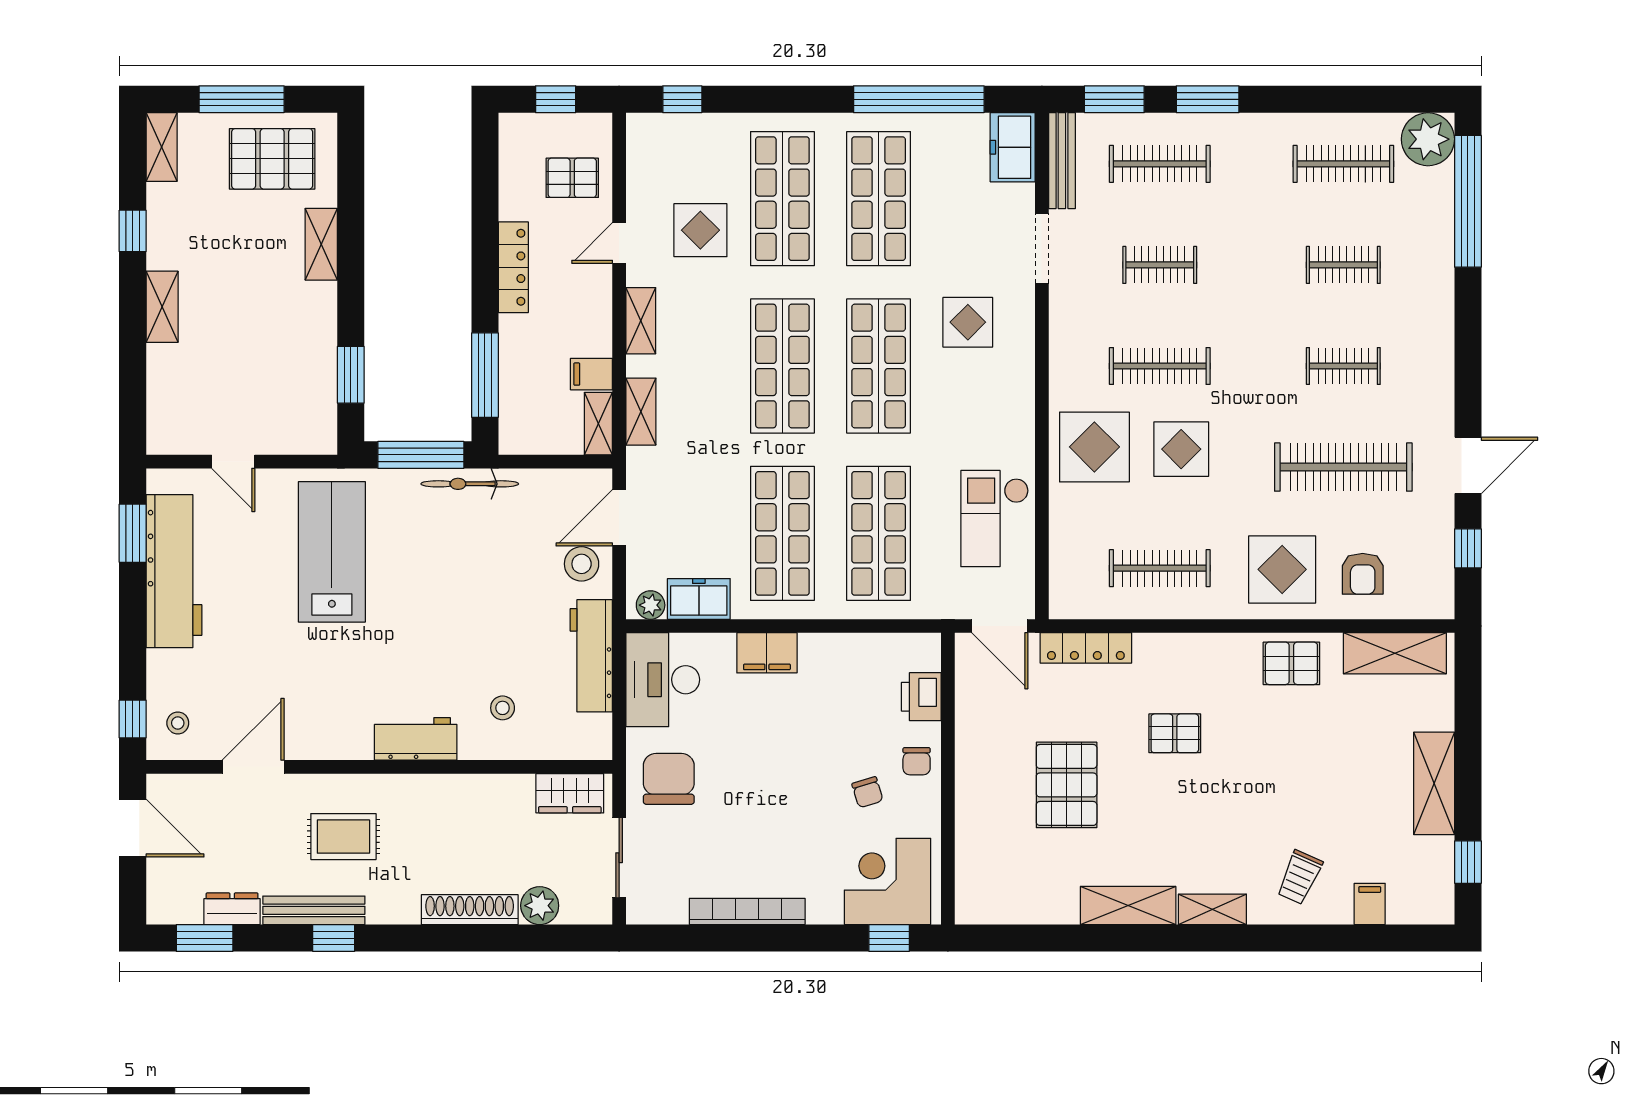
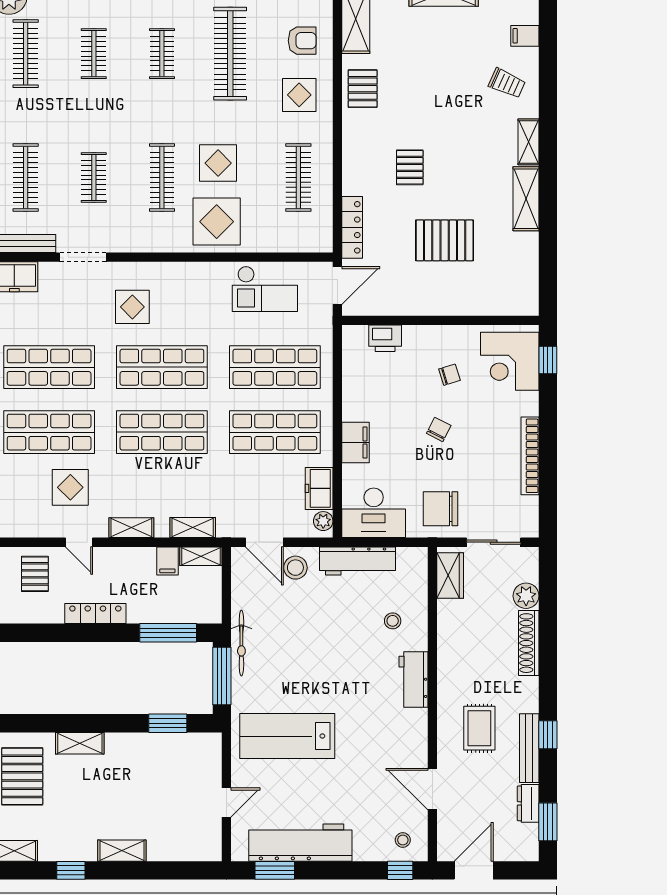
display table: (1282, 569) -> (299, 95), width x0.73, depth x0.73
chair: (917, 761) -> (439, 429), moved, turned -63

